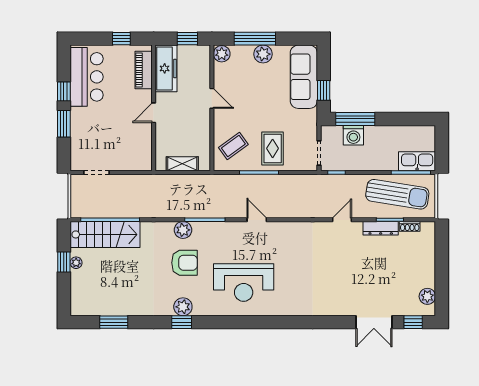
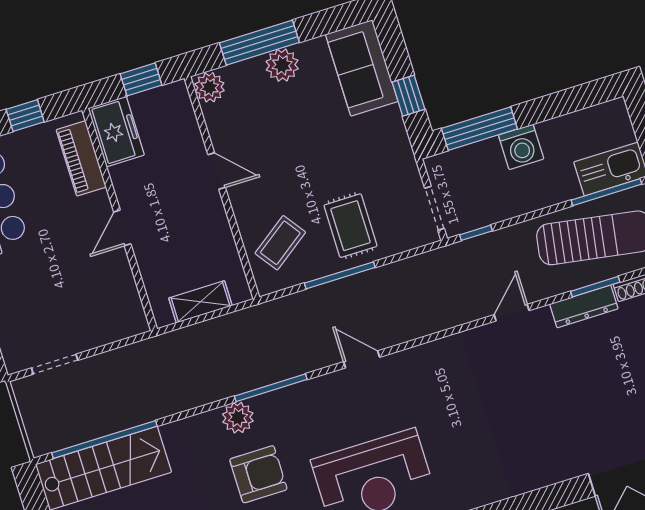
freezer: (166, 68) -> (116, 132), width x0.71
sofa: (304, 77) -> (362, 68), width x0.73
washing machine: (353, 135) -> (521, 147), moved

